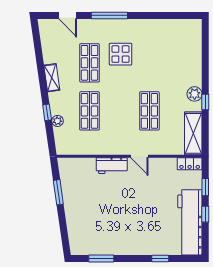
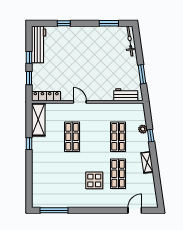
door: (68, 15) -> (135, 210), hinge flipped
window: (109, 15) -> (54, 210), moved
plant: (195, 94) -> (37, 150), removed
locker: (190, 164) -> (46, 96), width x1.53
workbench: (112, 166) -> (126, 95), moved
workbench: (190, 222) -> (39, 44), width x0.73, depth x0.76
bicycle: (74, 235) -> (130, 41), added

